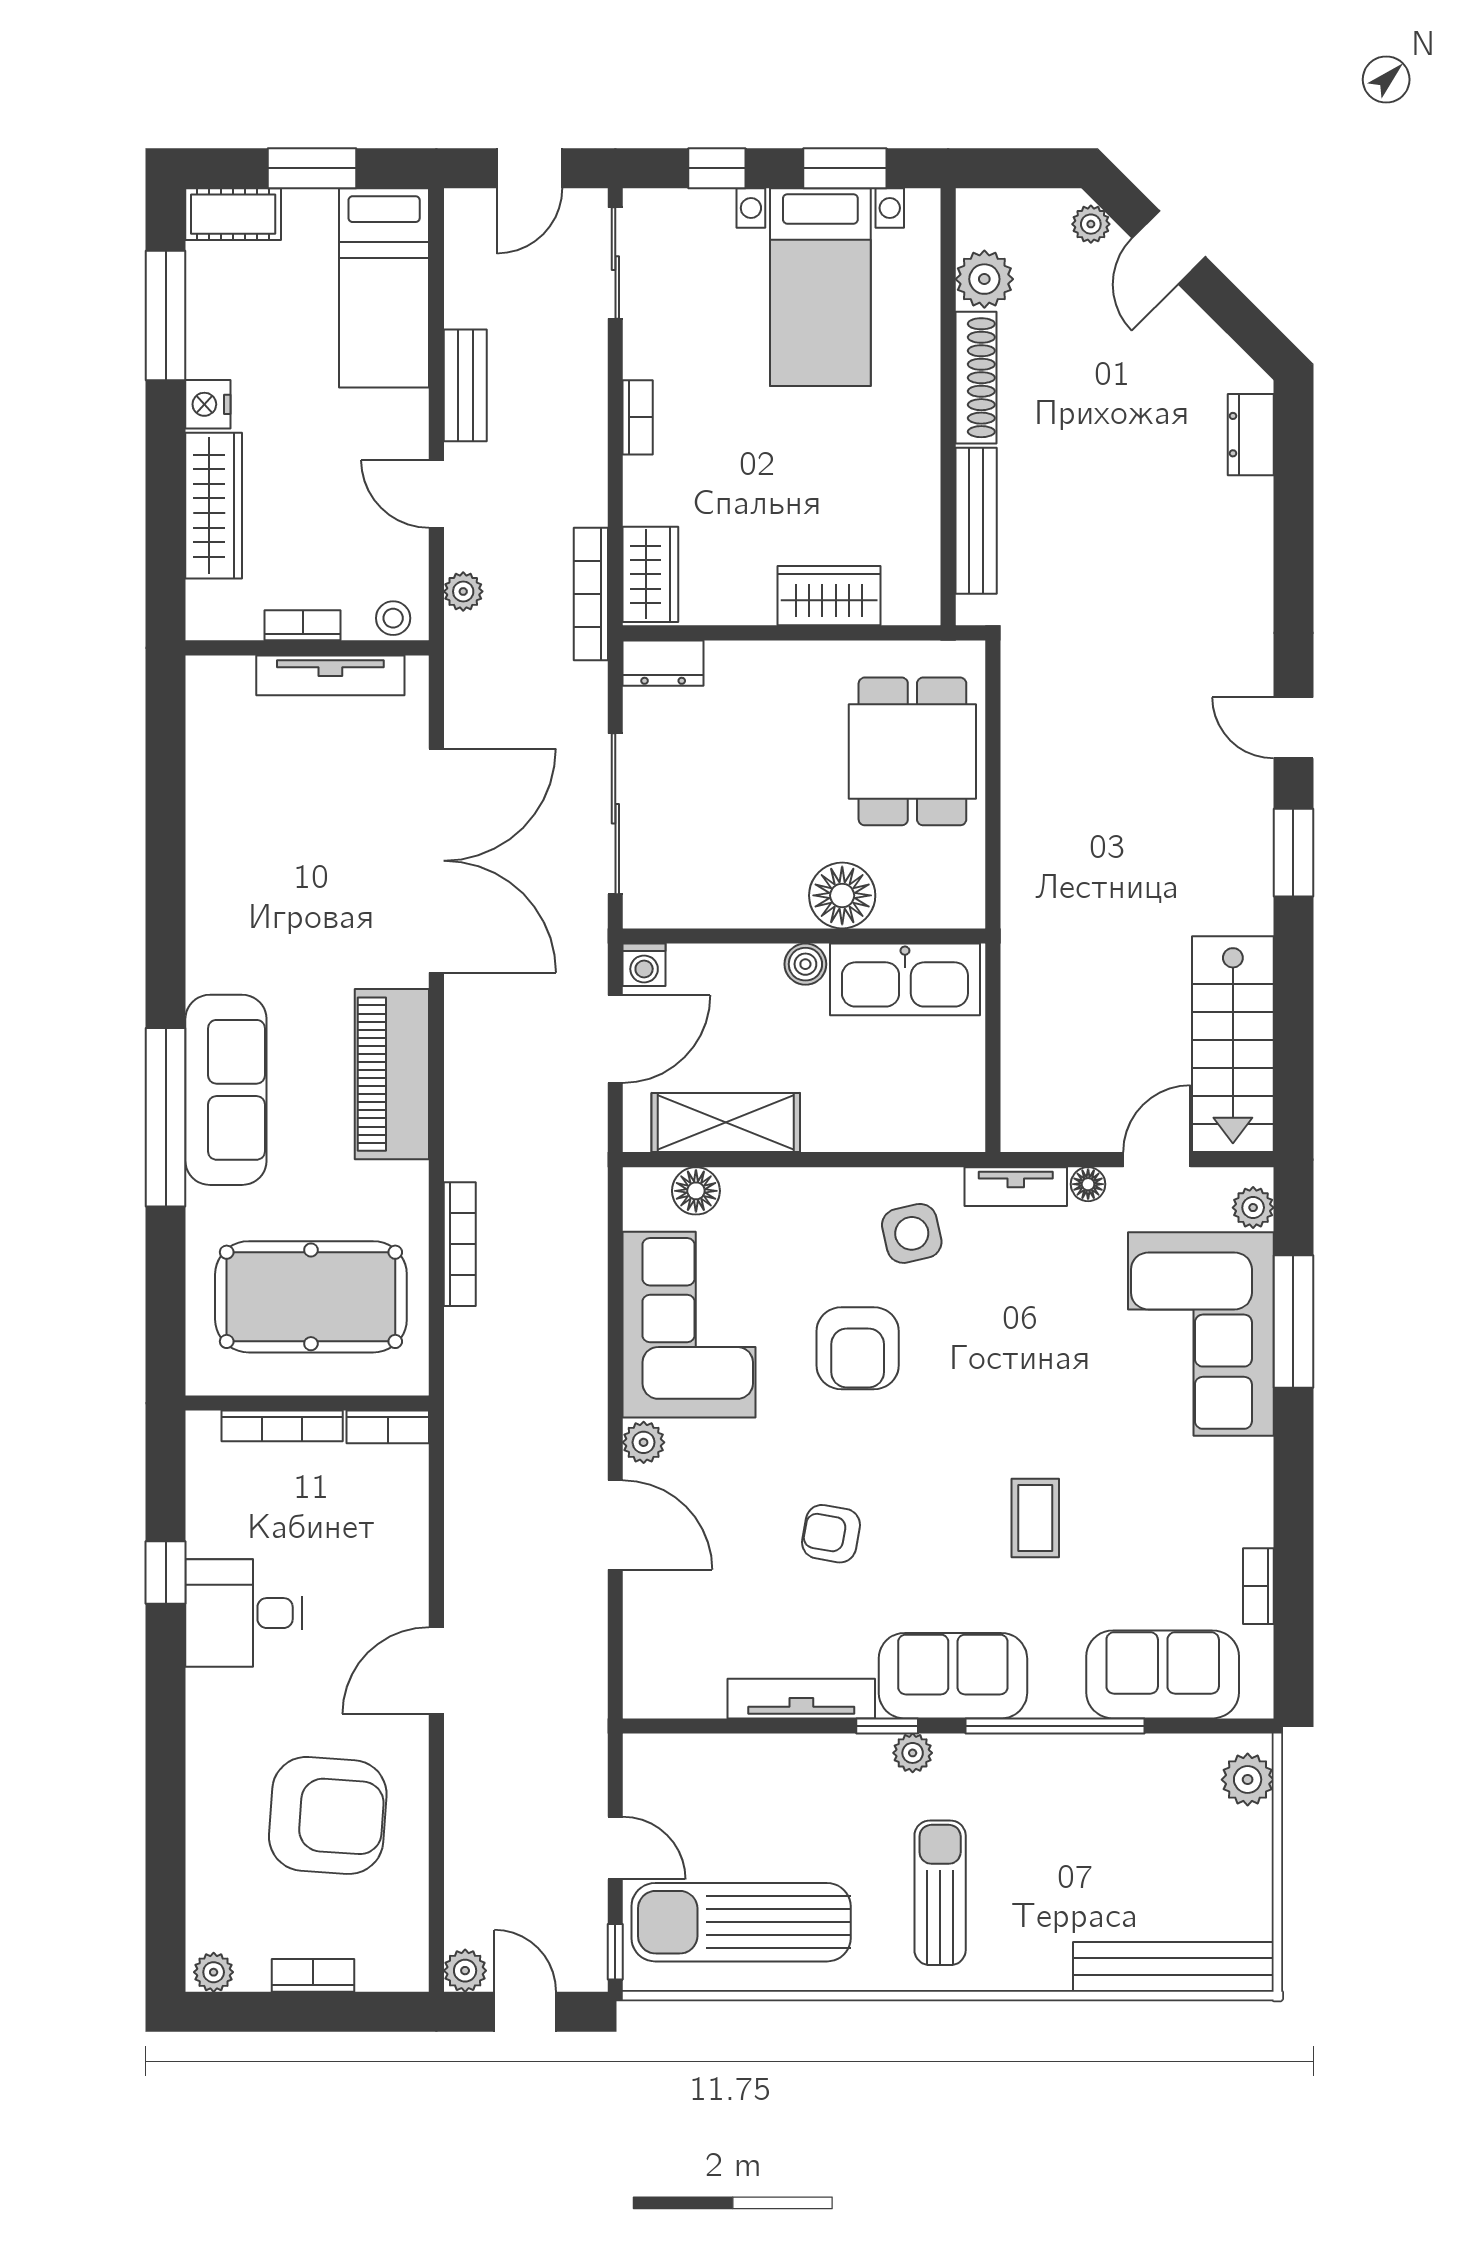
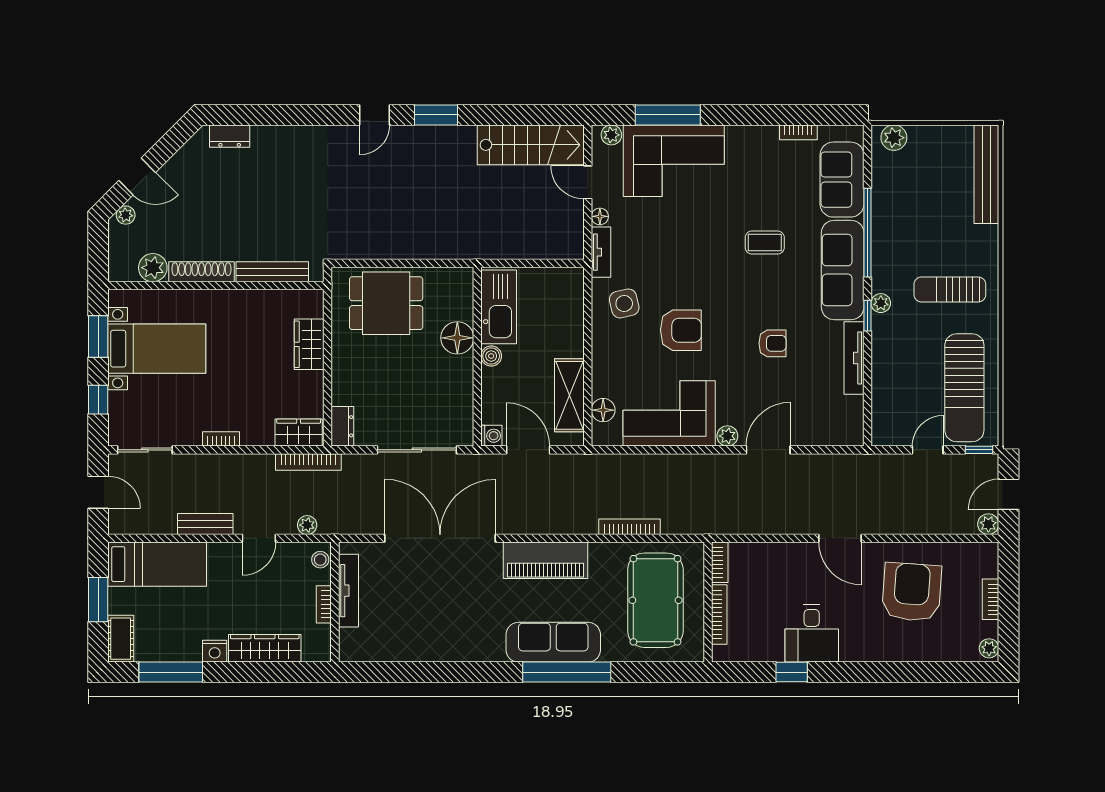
armchair: (831, 1534) -> (772, 343), turned -100
sofa: (953, 1676) -> (843, 270), width x1.36

